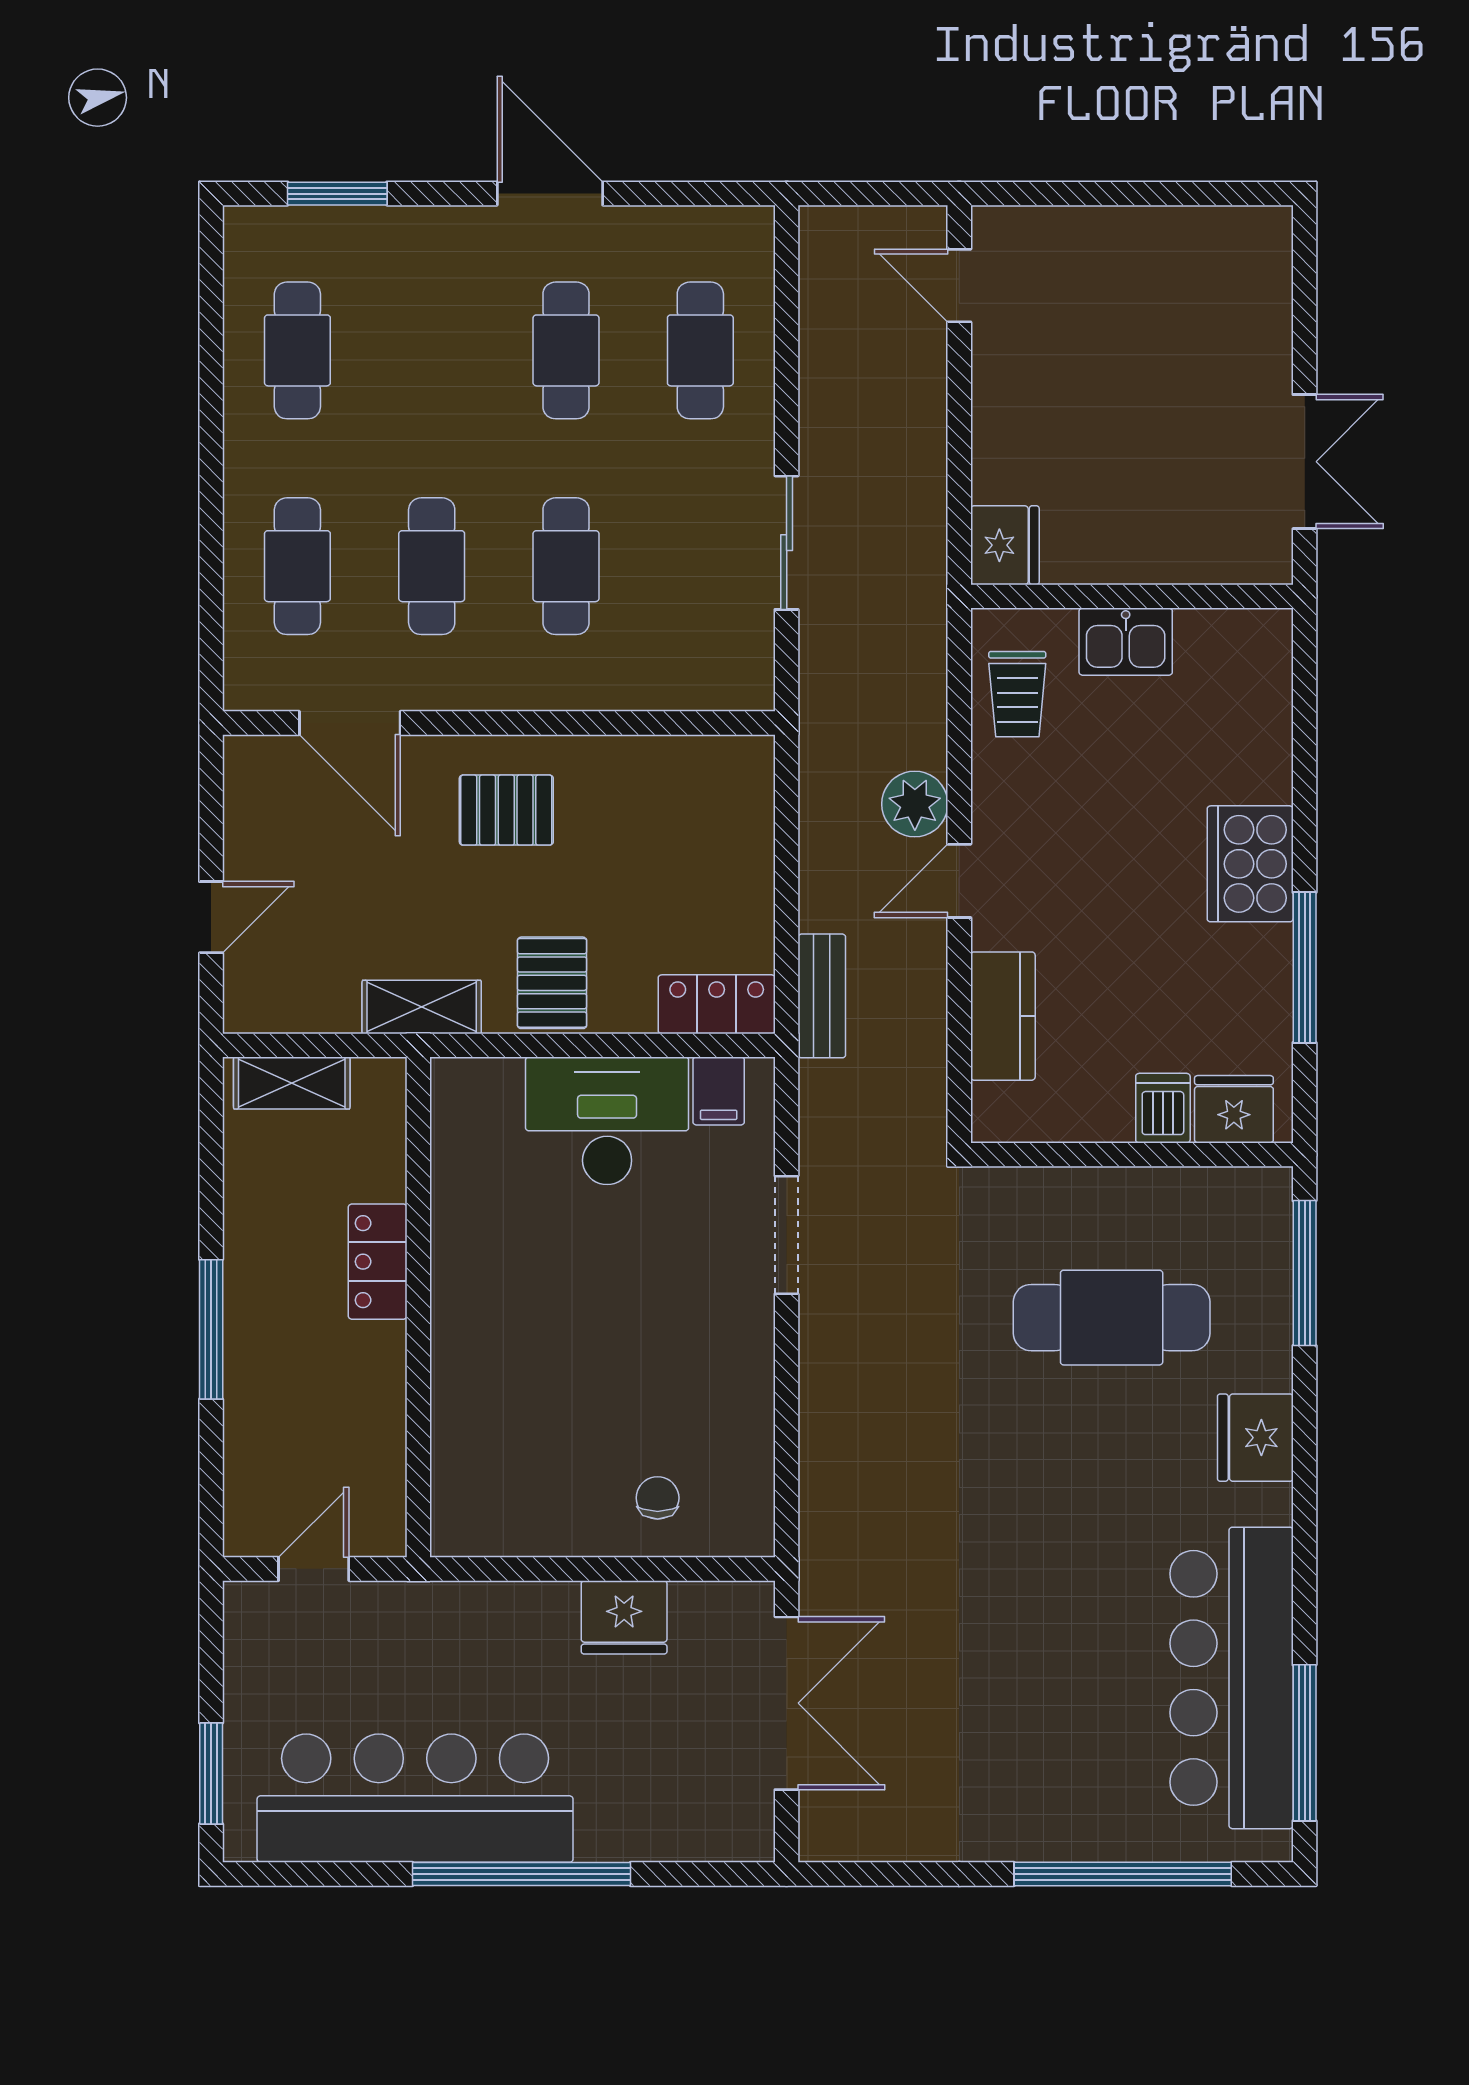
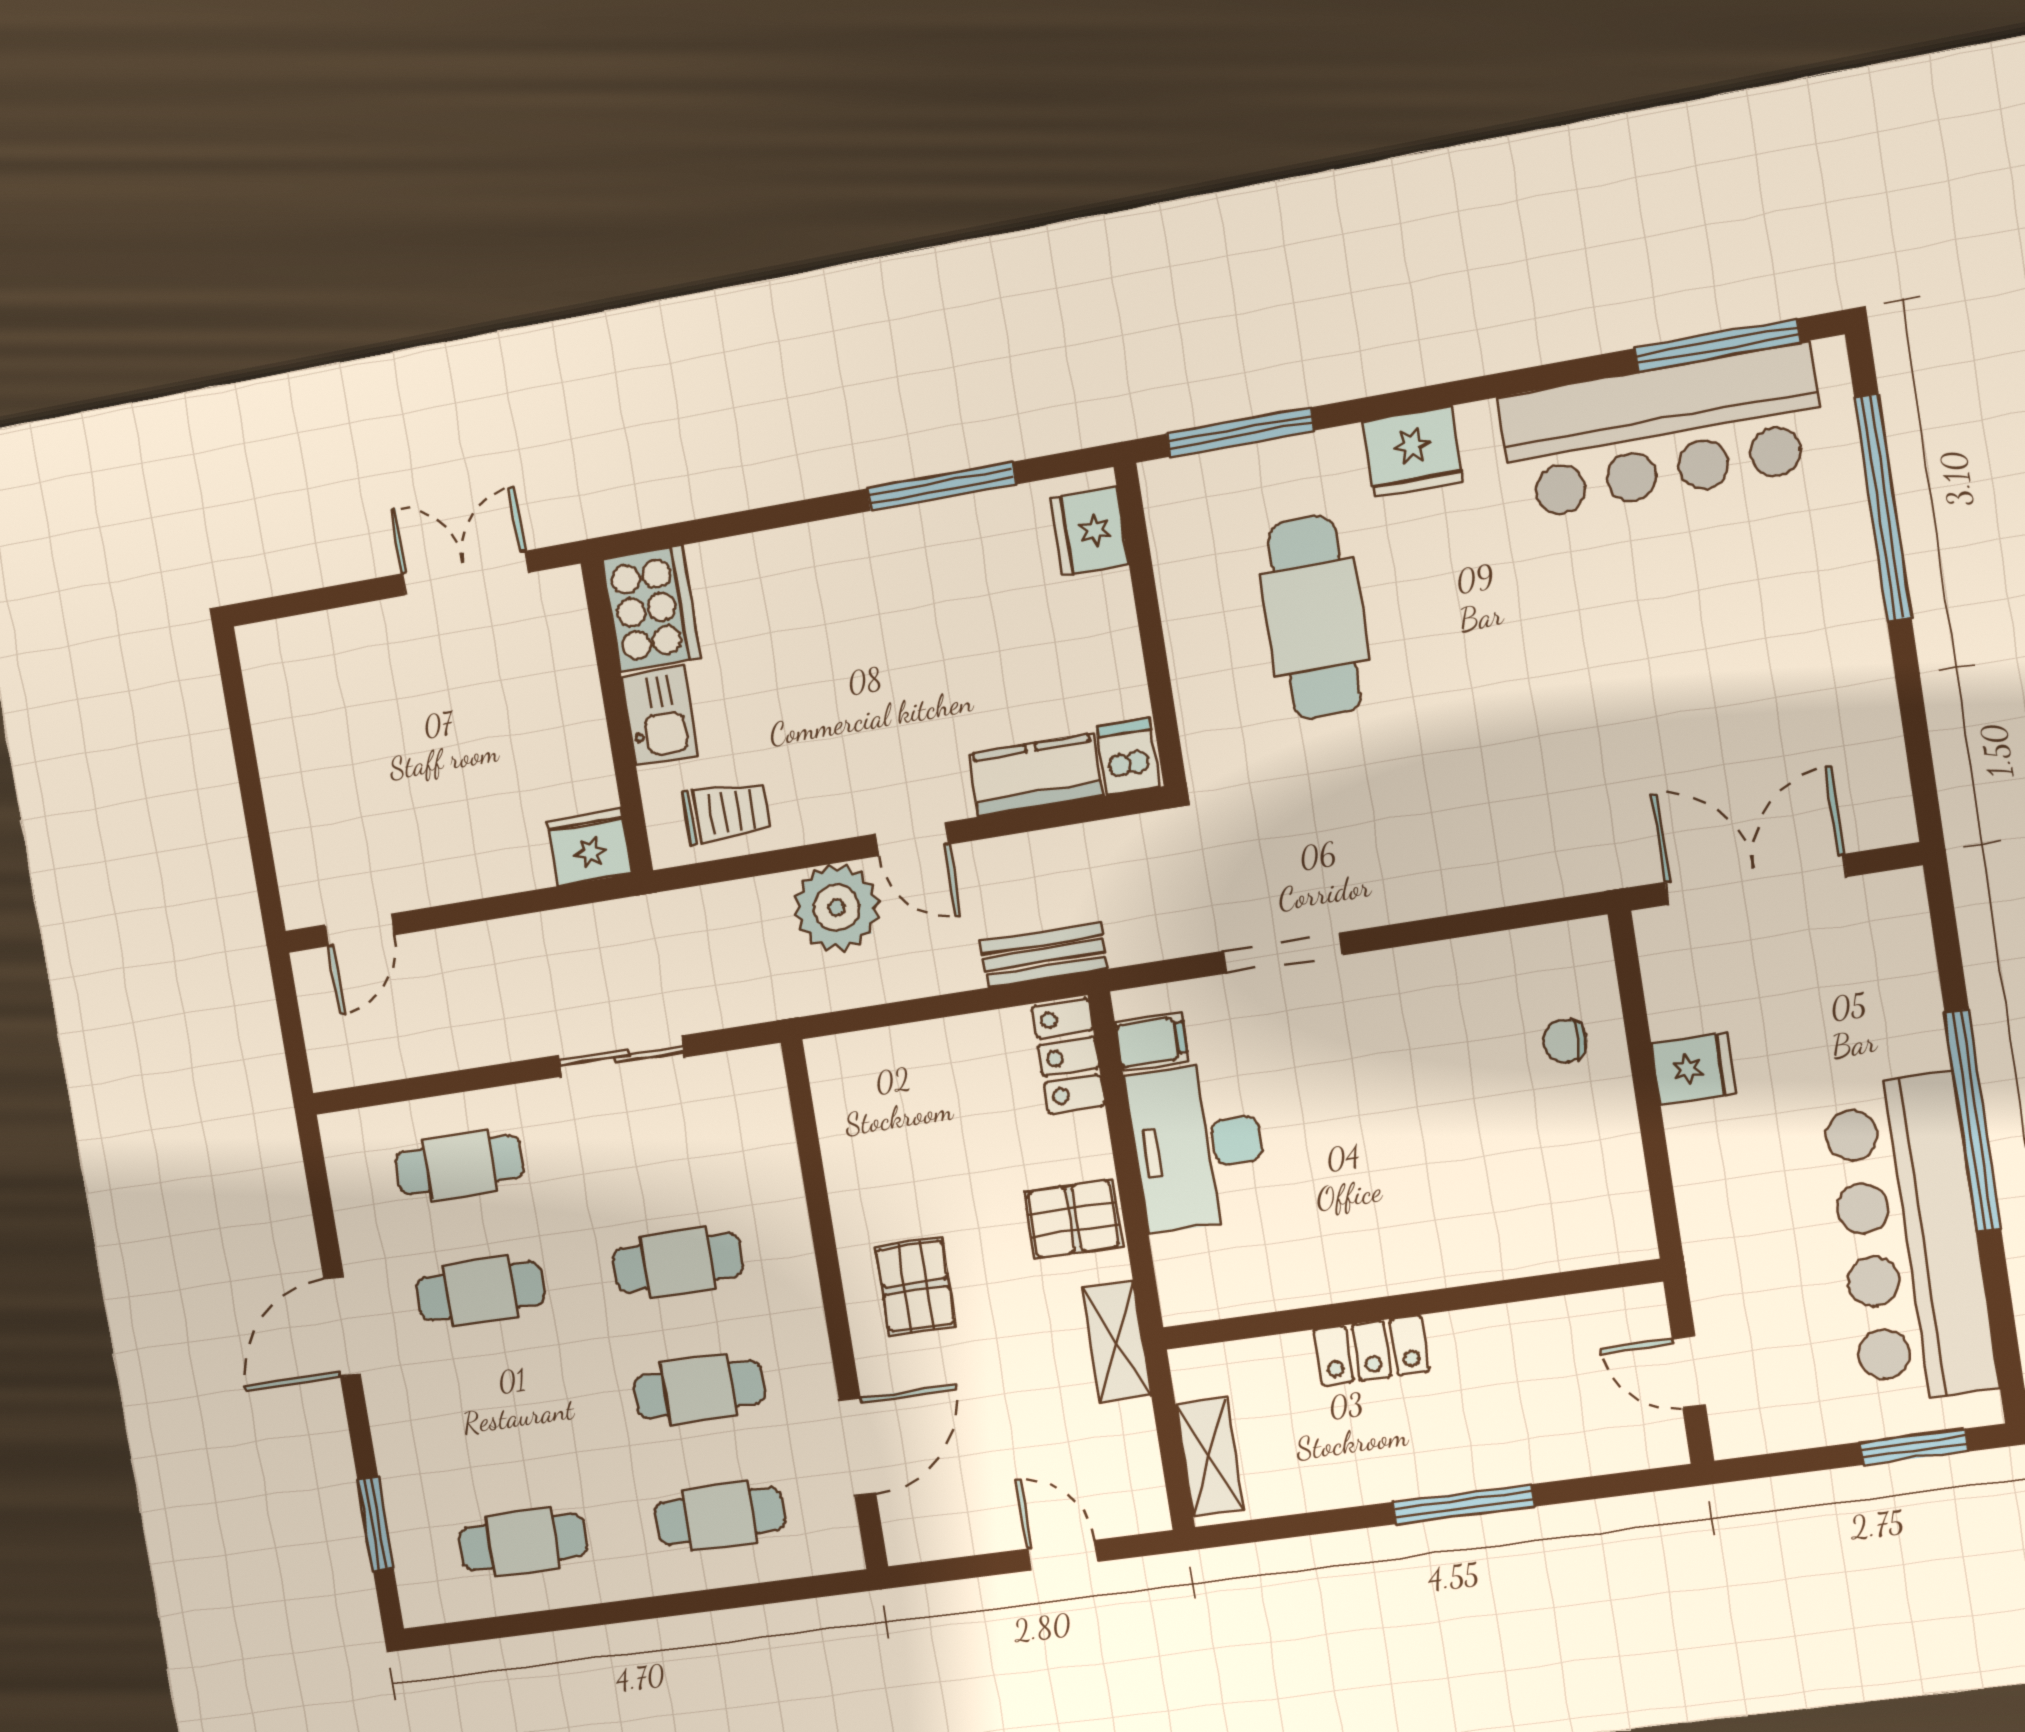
plant: (915, 804) -> (837, 908), width x1.36, depth x1.36
cooker: (1250, 864) -> (651, 609), moved, turned -90
dishwasher: (1163, 1108) -> (1128, 757), moved, turned 90
fridge: (624, 1617) -> (1693, 1068), width x0.72

